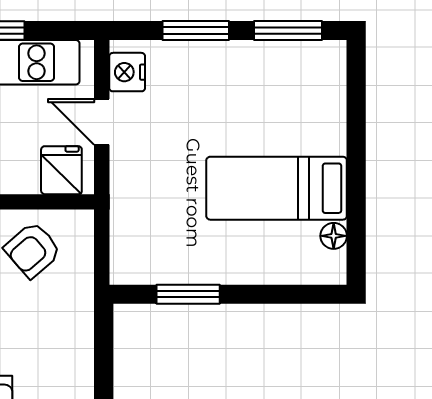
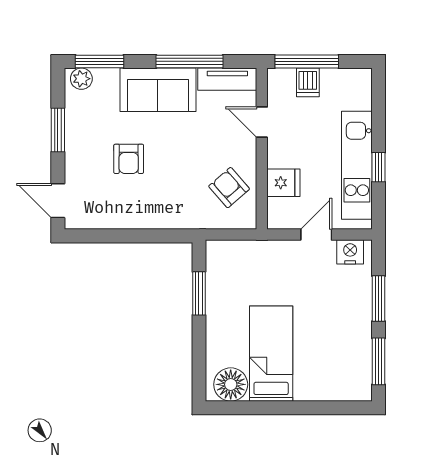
fridge: (61, 170) -> (283, 183), moved
floor lamp: (334, 236) -> (231, 384), width x1.89, depth x1.89

